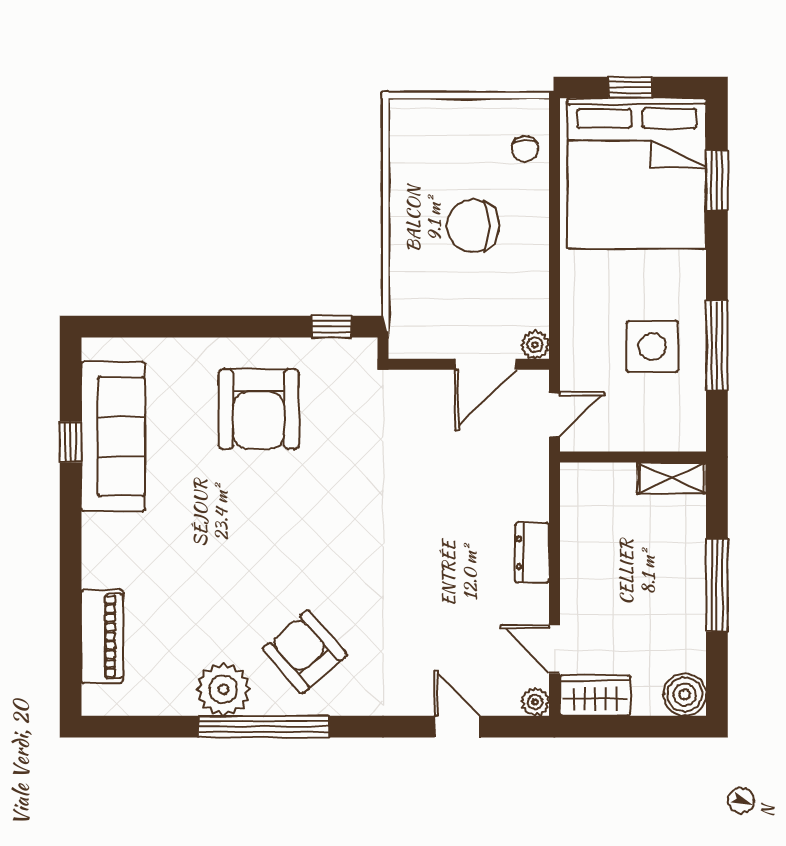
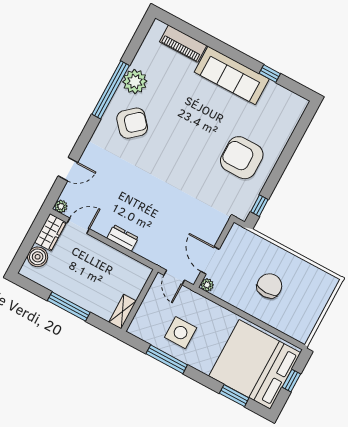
chair: (525, 149) -> (289, 324), removed
sofa: (113, 437) -> (232, 75), moved
boiler: (685, 694) -> (38, 257), moved

